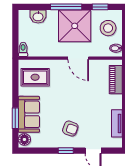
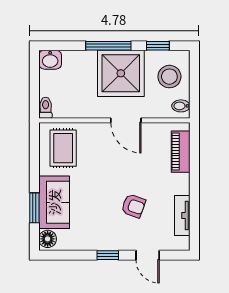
washbasin: (38, 16) -> (50, 60), moved
rug: (35, 77) -> (63, 148), turned 90
armchair: (70, 129) -> (133, 206), moved

